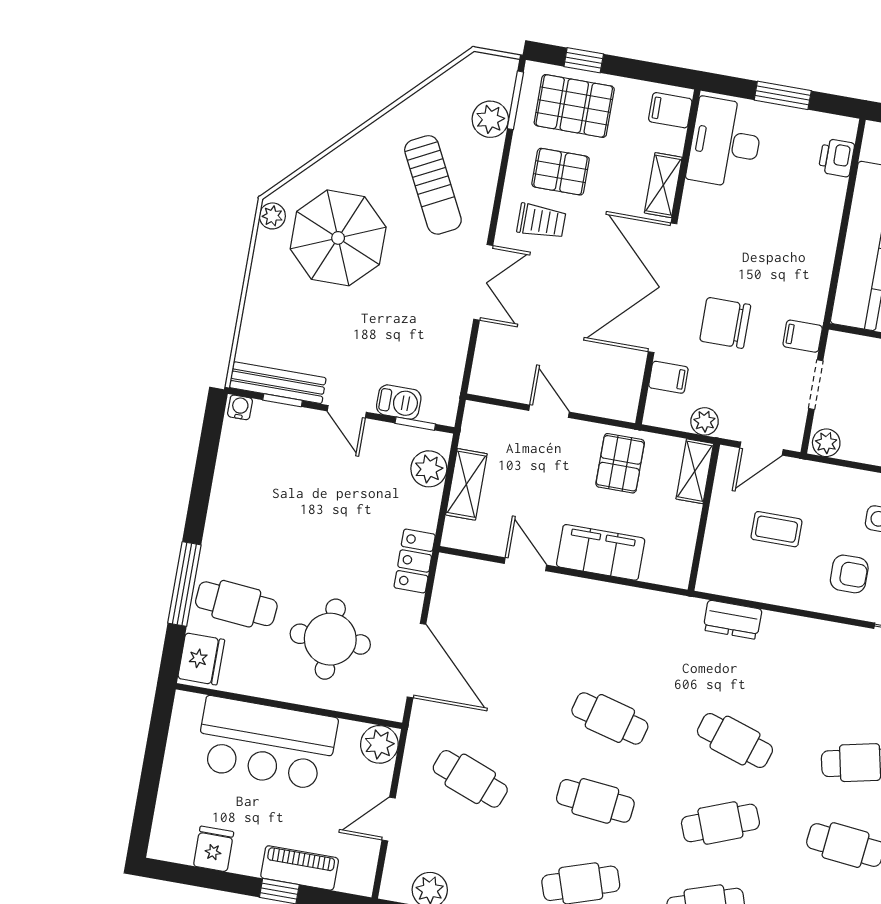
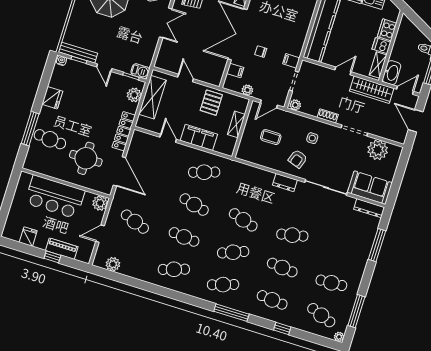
chair: (725, 323) -> (261, 52), width x0.54, depth x0.54
barbecue: (399, 402) -> (140, 71), moved
shelving: (695, 471) -> (236, 124), moved
shelving: (466, 484) -> (152, 97), width x1.50, depth x1.33
locker: (415, 561) -> (124, 131), width x1.53
armchair: (849, 574) -> (298, 159), turned 109
dresser: (732, 620) -> (285, 183), moved
cafe table: (624, 636) -> (204, 172), added
fridge: (201, 659) -> (52, 98), moved

